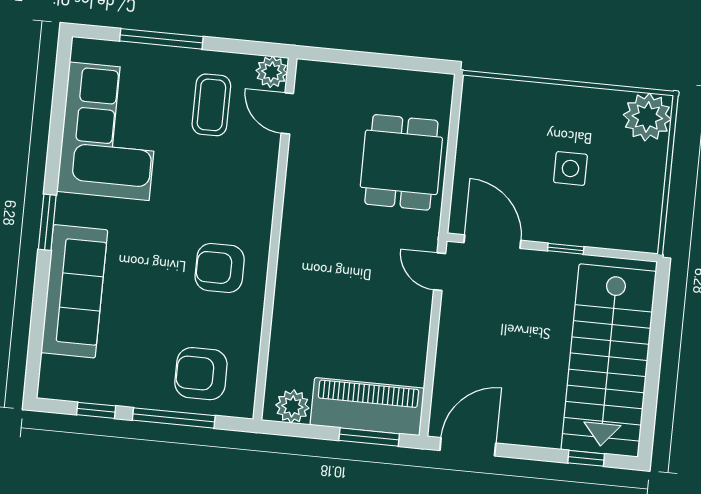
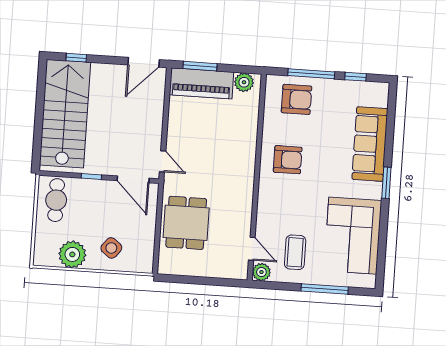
plant: (647, 117) -> (72, 254), moved
side table: (570, 168) -> (111, 248), moved, turned 38
cafe table: (629, 209) -> (56, 200), added

